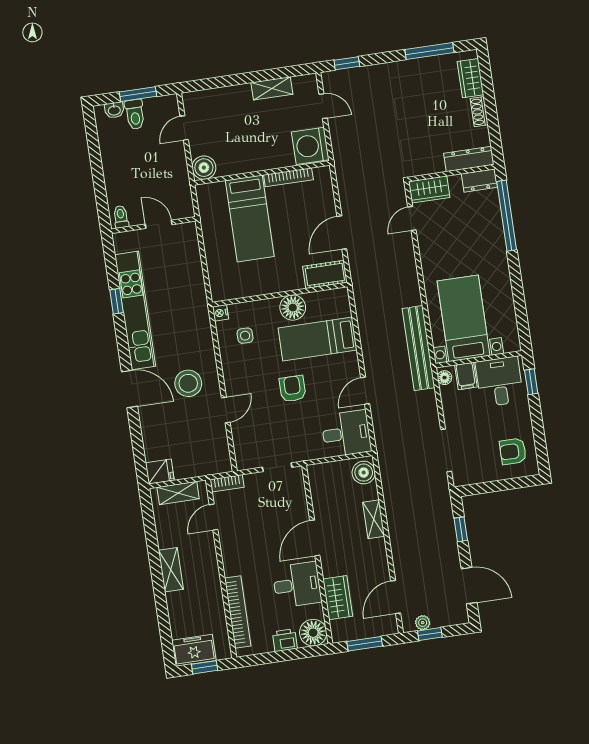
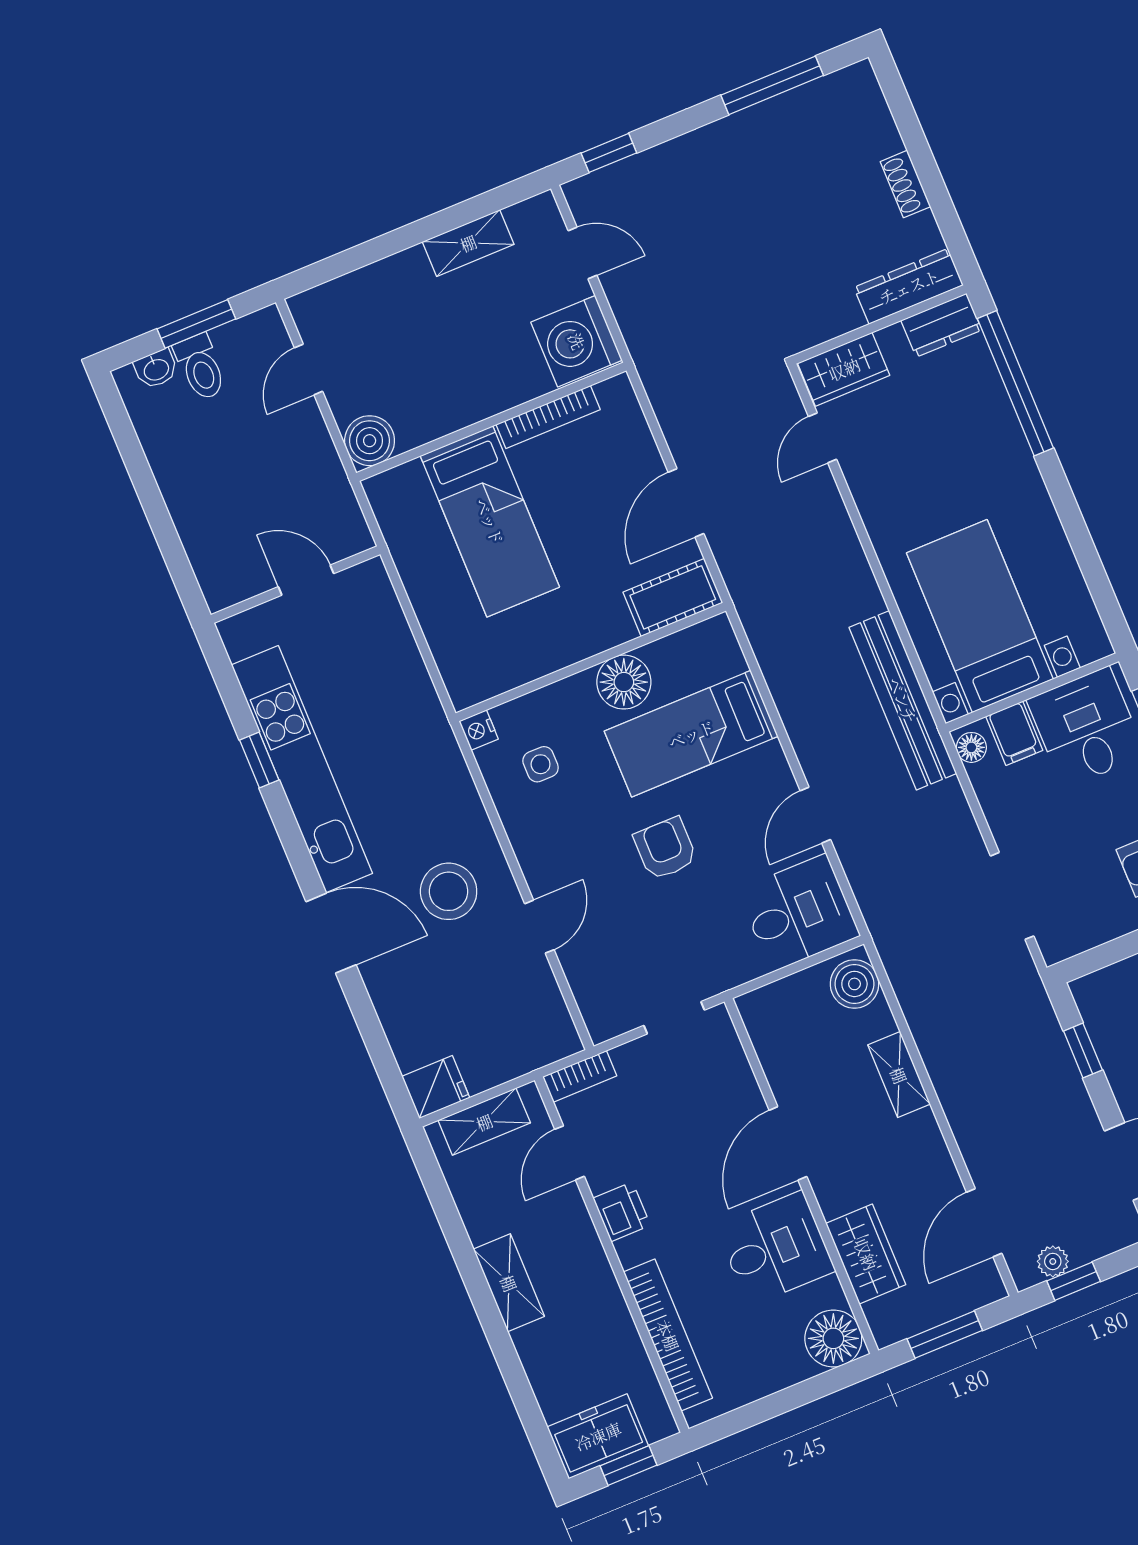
wardrobe: (470, 78) -> (870, 120), removed
toilet: (121, 217) -> (225, 584), removed
printer: (285, 640) -> (622, 1212), moved, turned 90

